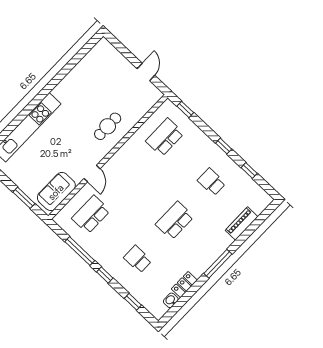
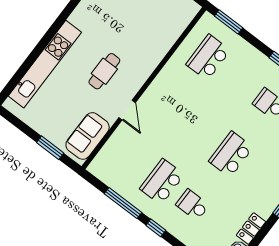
window: (185, 109) -> (229, 22), width x1.50
cafe table: (108, 126) -> (104, 71), moved
school desk: (91, 214) -> (162, 182), moved

